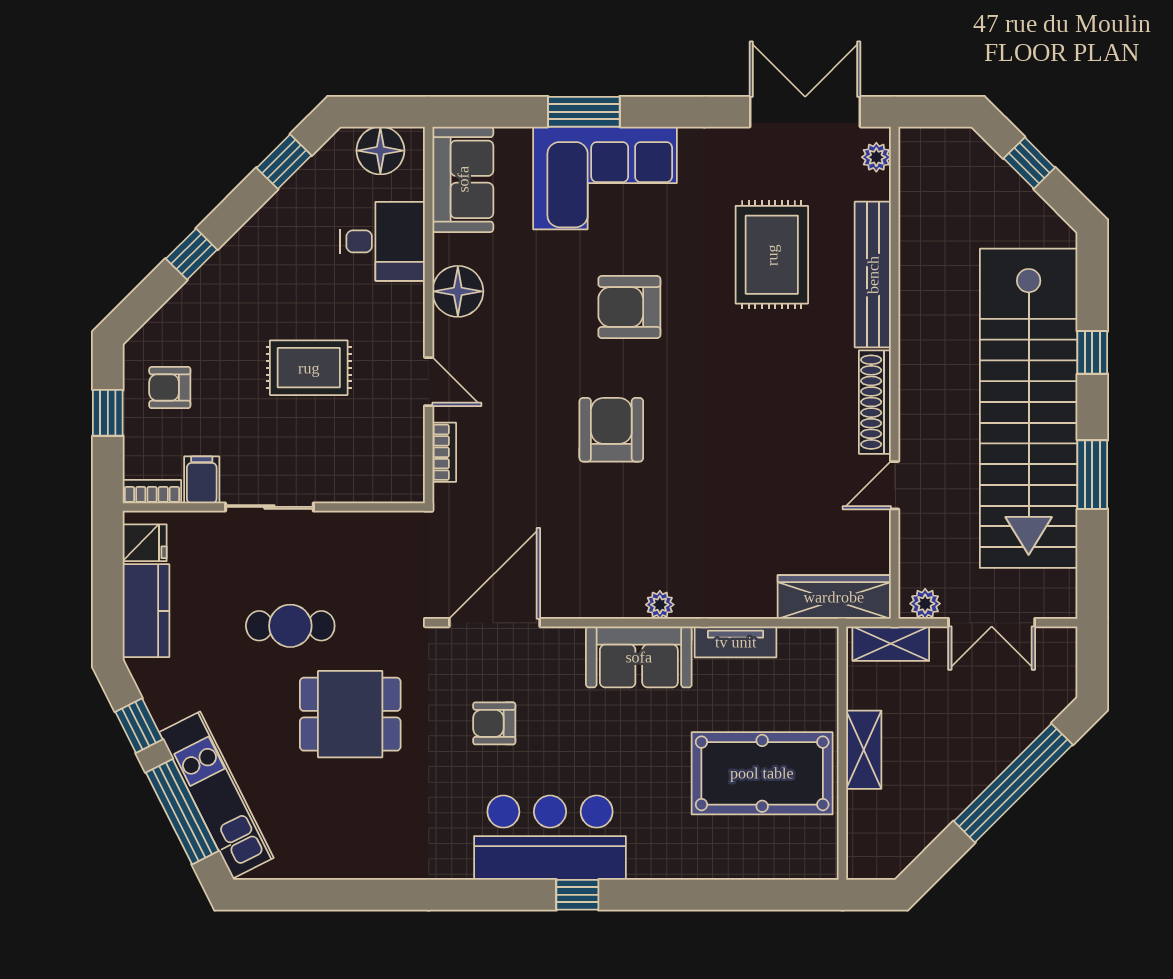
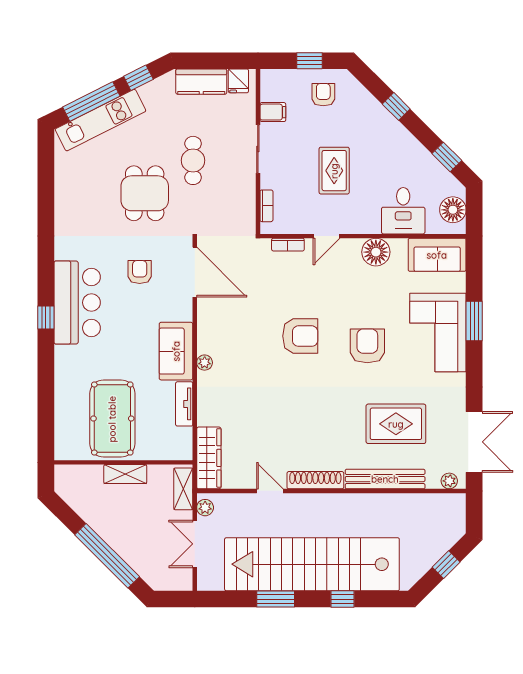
bookcase: (152, 492) -> (266, 206), moved

